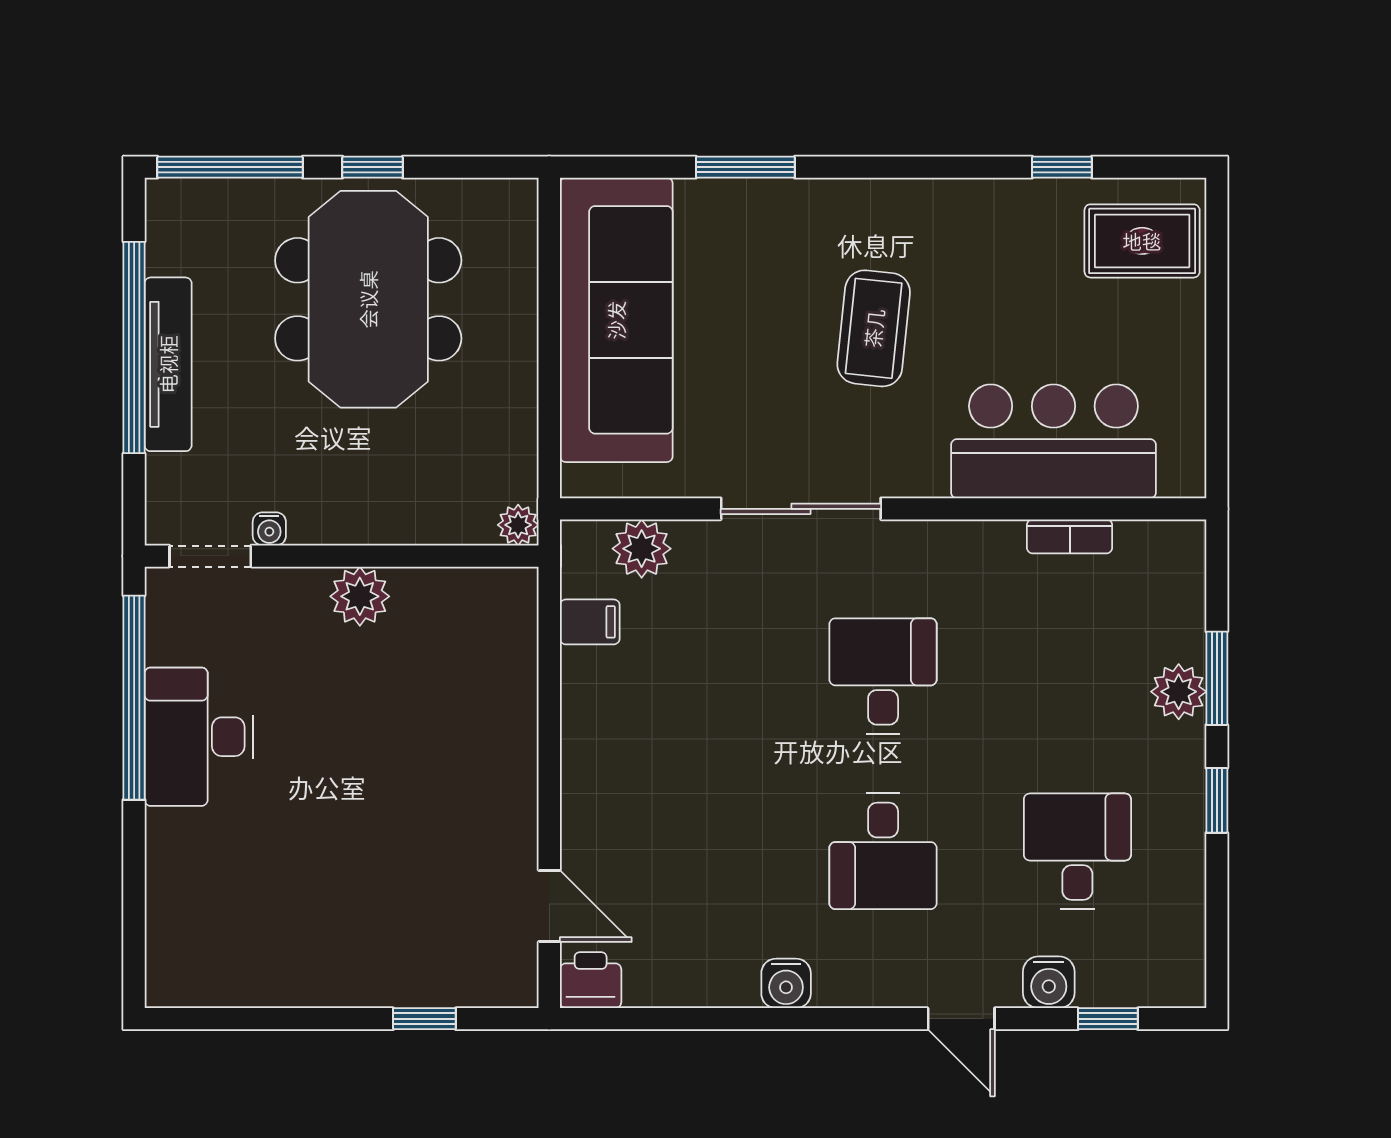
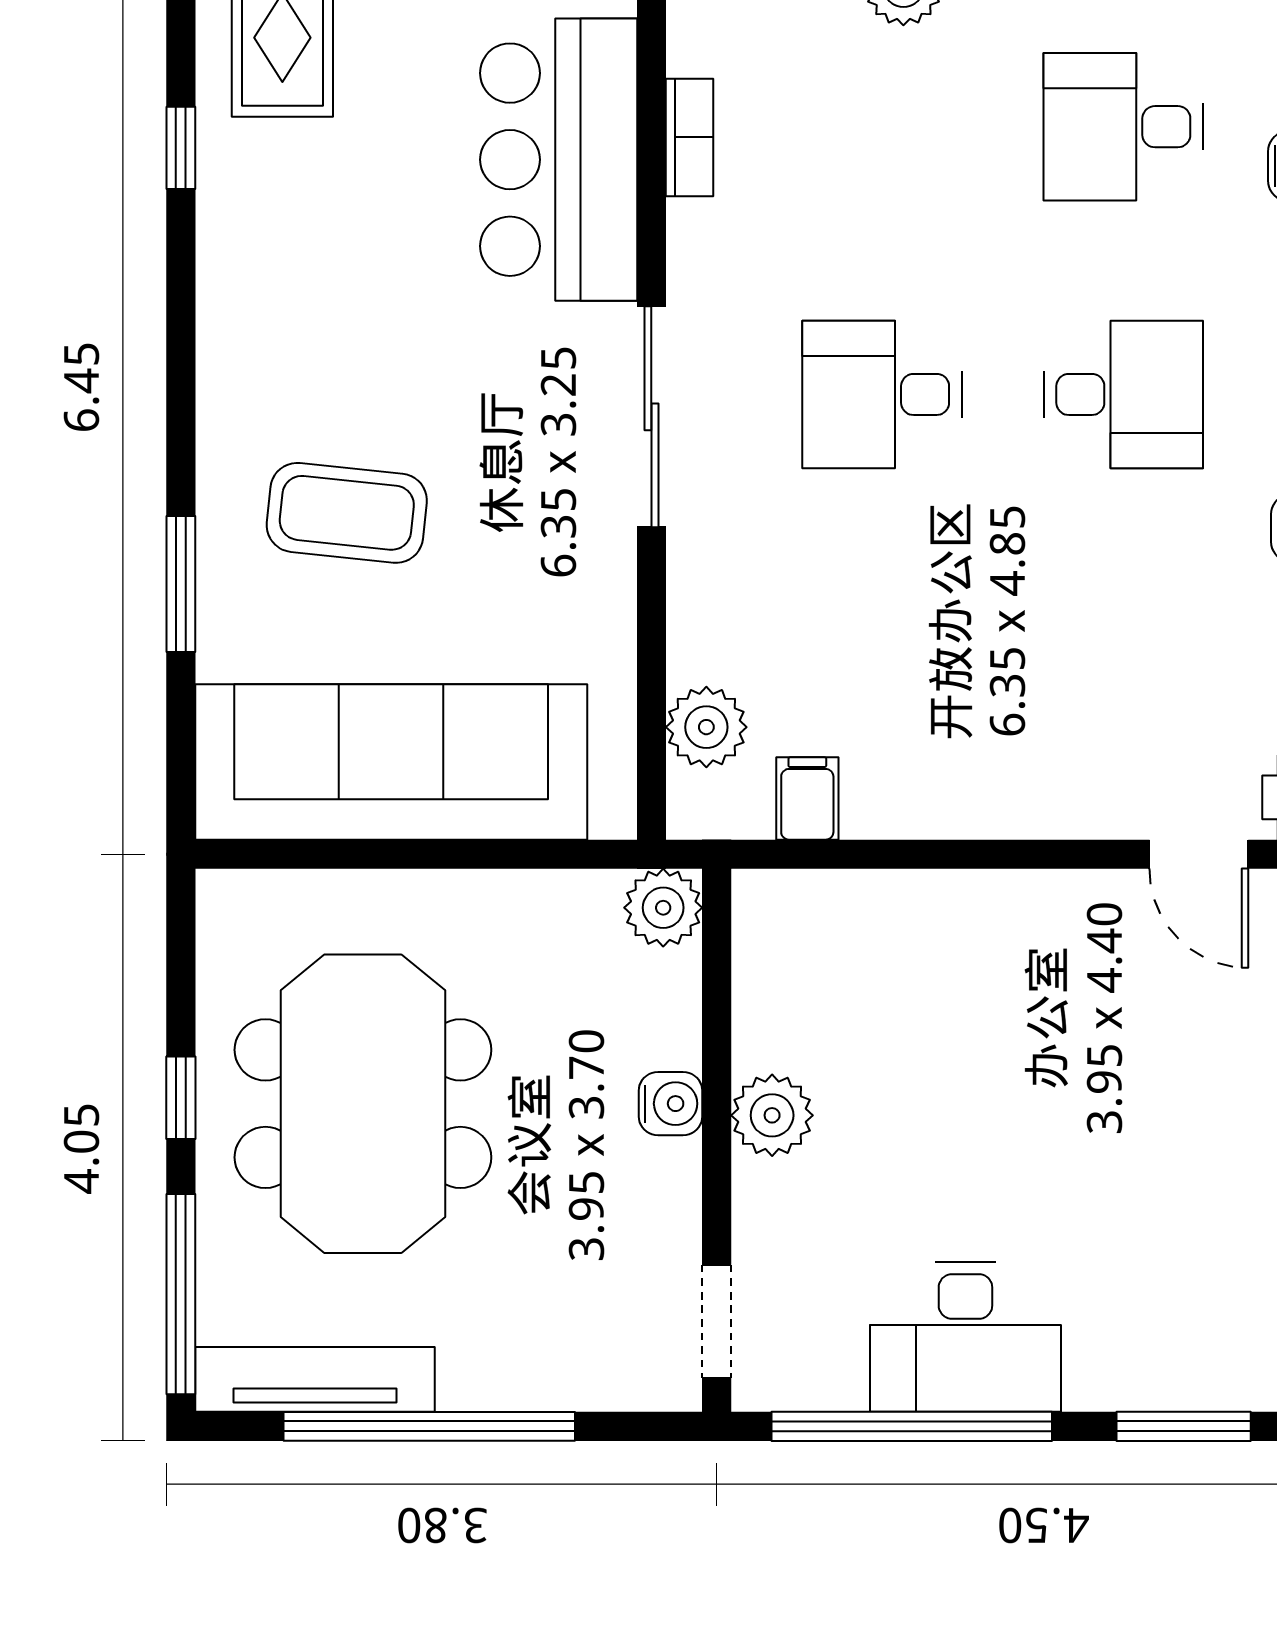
meeting table: (368, 299) -> (363, 1104), turned 90
coffee table: (874, 328) -> (347, 513), moved
tv unit: (168, 364) -> (315, 1379), moved
sliding door: (801, 509) -> (651, 417), moved
plant: (518, 525) -> (663, 908), width x1.38, depth x1.38
water cooler: (269, 529) -> (670, 1104), moved, width x1.38, depth x1.38
window: (134, 895) -> (1184, 1426), added
door: (549, 906) -> (1199, 854), swing flipped

